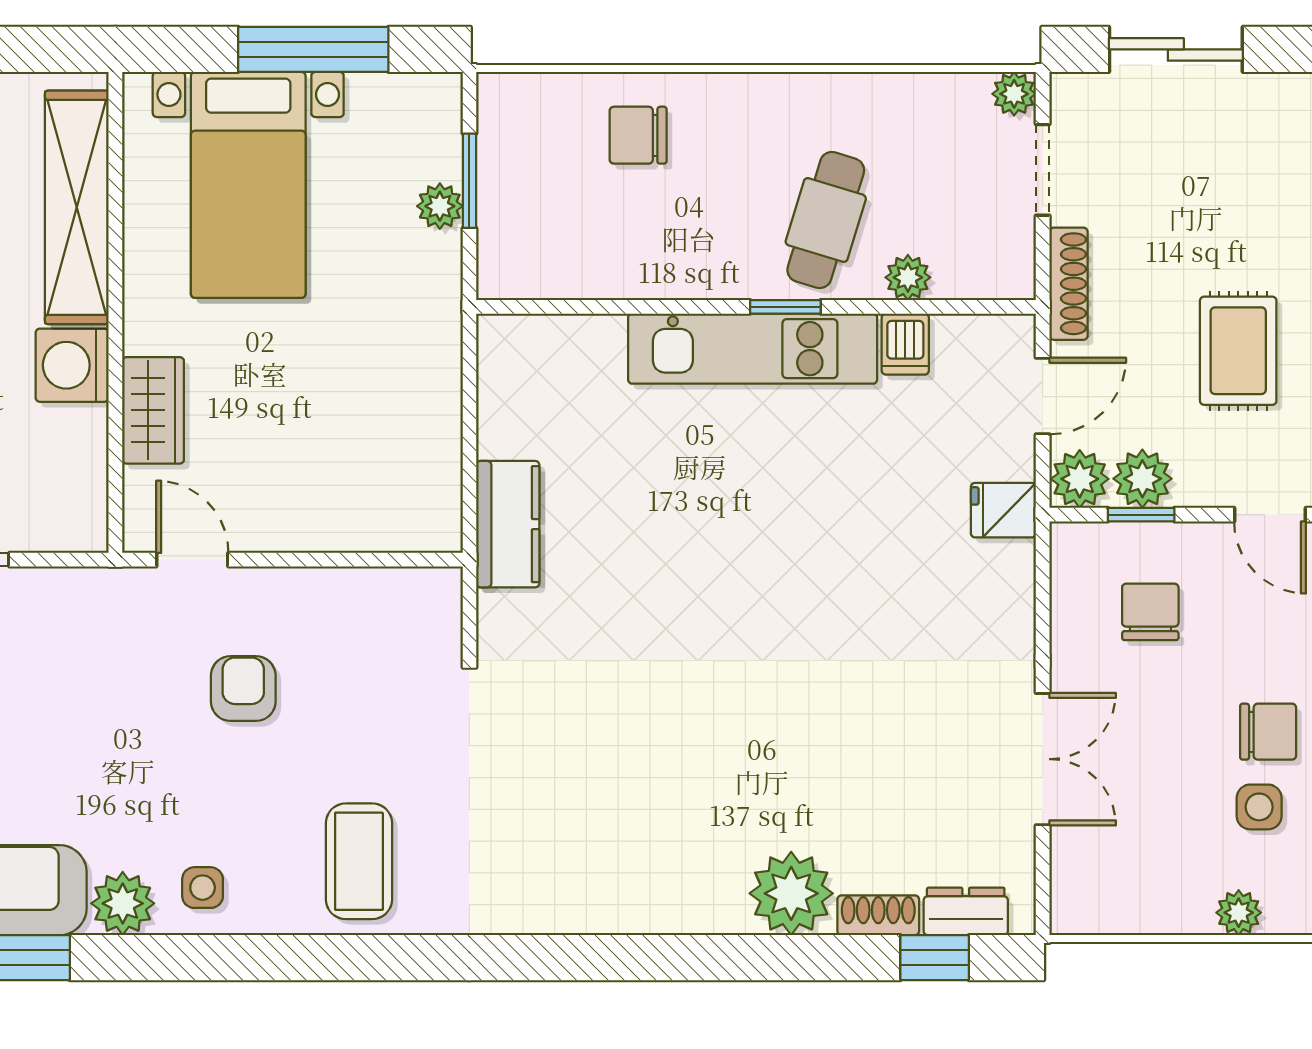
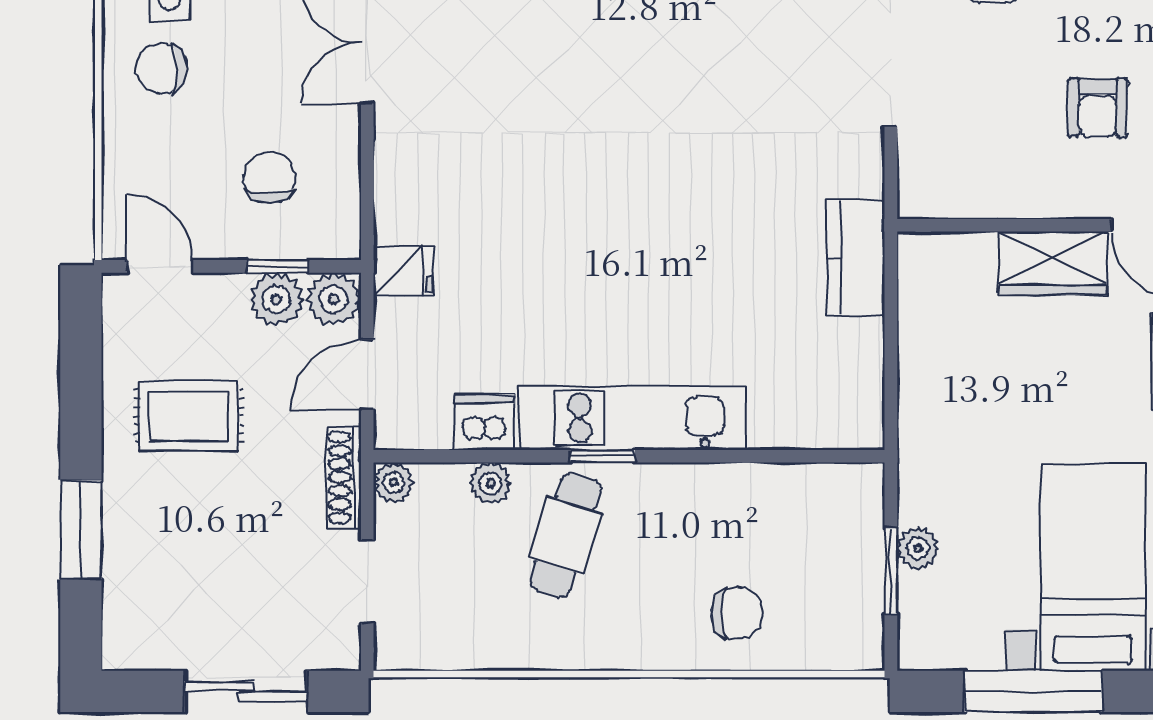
plant: (1014, 94) -> (393, 482), moved
dishwasher: (905, 344) -> (485, 422), width x1.38
rug: (1238, 351) -> (189, 416), turned 90
wardrobe: (292, 519) -> (1053, 263), added
chair: (1150, 612) -> (269, 178), turned 180

